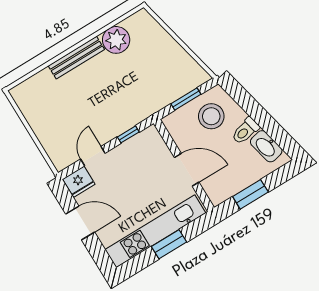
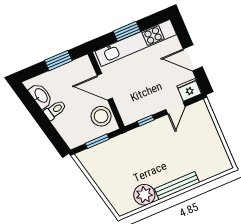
stool: (211, 116) -> (101, 116), moved

